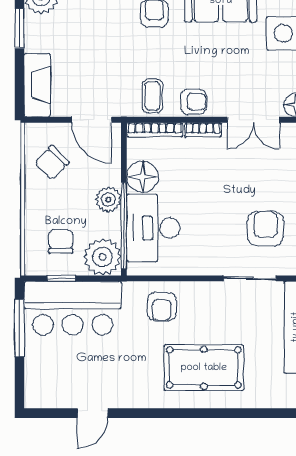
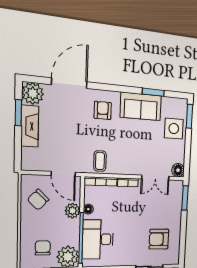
fireplace: (37, 85) -> (30, 126), moved
armchair: (193, 102) -> (123, 166), removed
floor lamp: (142, 177) -> (88, 209), width x0.53, depth x0.53
plant: (108, 200) -> (72, 211), moved
armchair: (265, 229) -> (159, 239), turned -90

